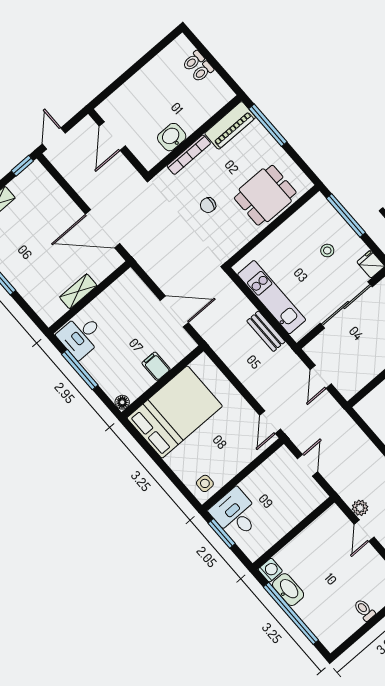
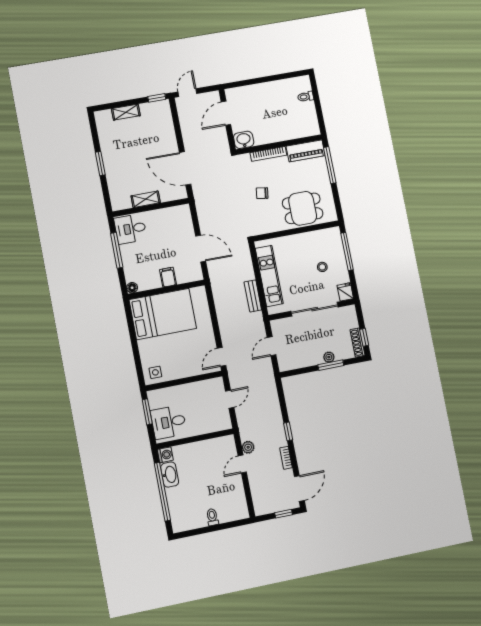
toilet: (203, 72) -> (308, 107), removed
washbasin: (172, 137) -> (244, 140), moved
desk: (236, 514) -> (169, 422), moved, turned -90

